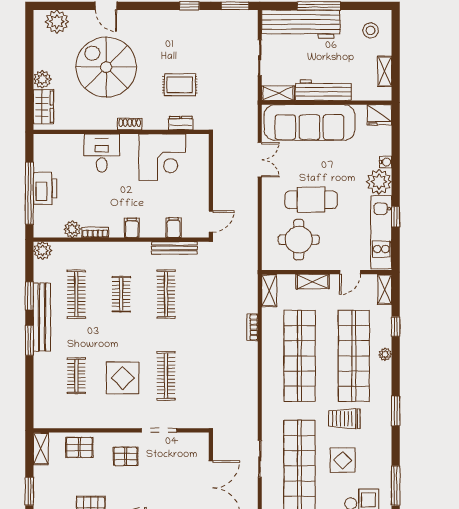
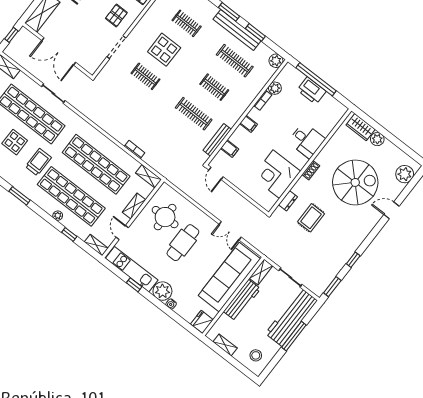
clothes rail: (166, 376) -> (145, 76), width x0.73

